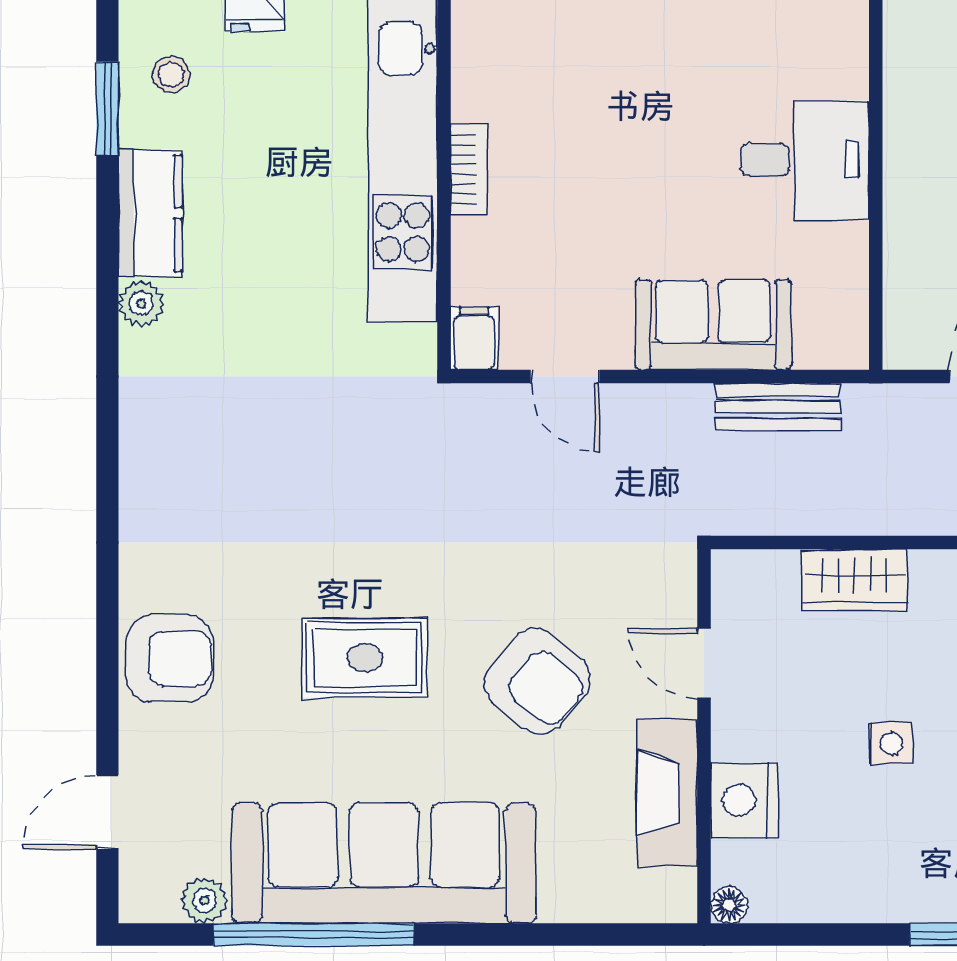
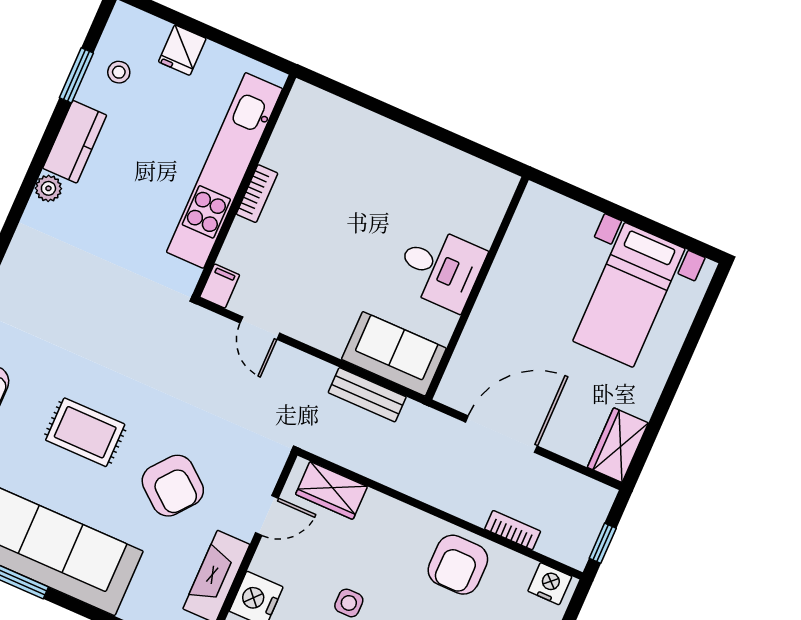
sofa: (713, 325) -> (394, 354), moved
wardrobe: (855, 580) -> (331, 490), moved
door: (704, 663) -> (267, 515), swing flipped

